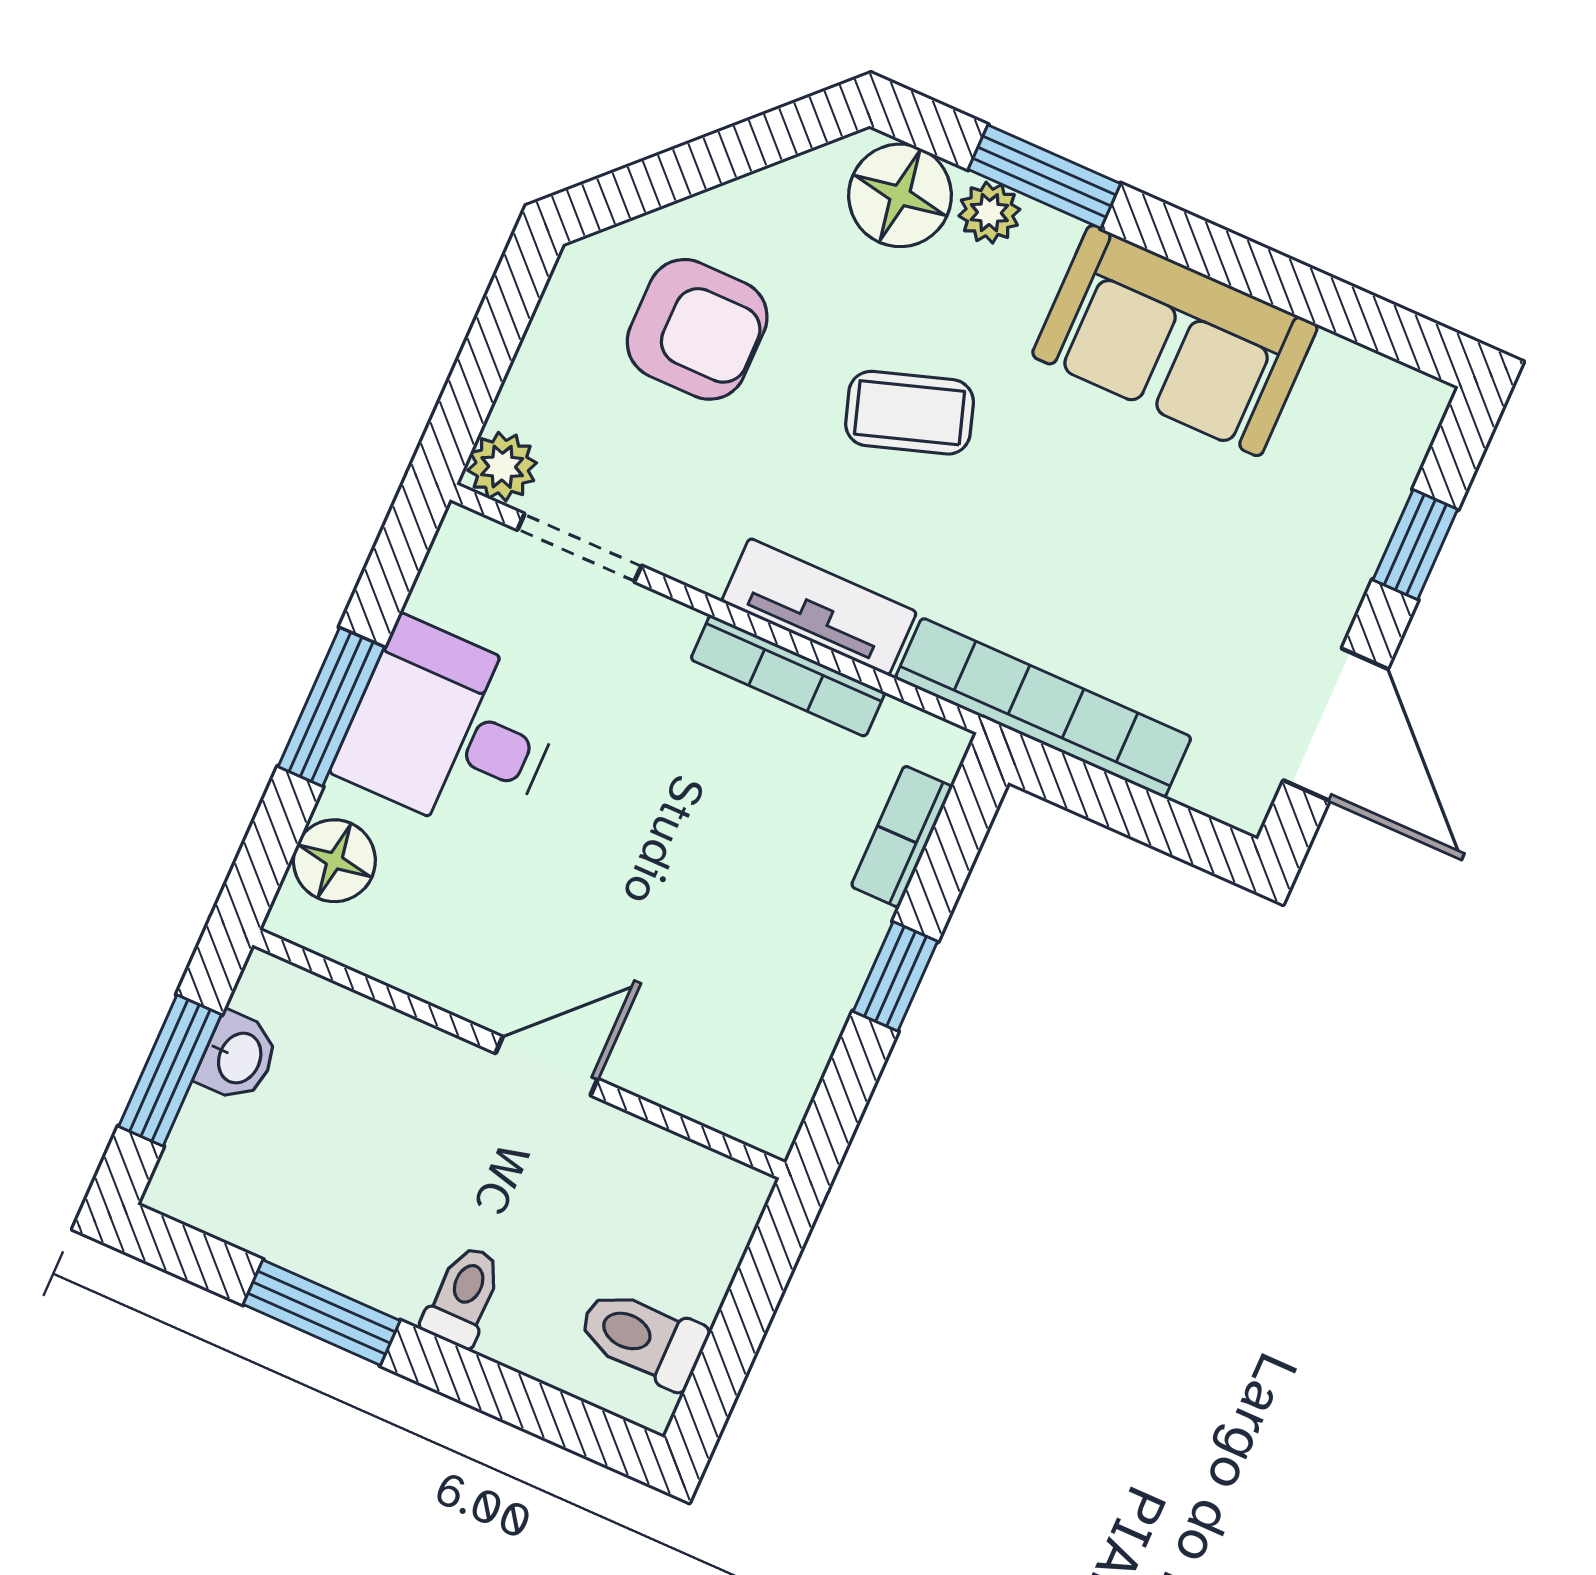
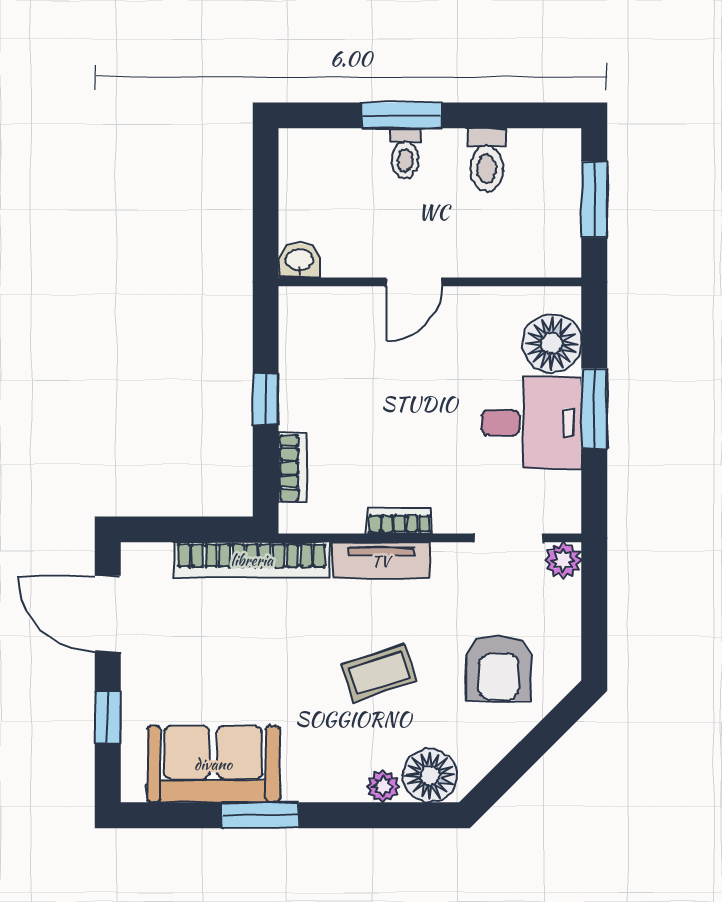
window: (1044, 177) -> (260, 815), moved
armchair: (697, 329) -> (499, 668), turned -90
sofa: (1175, 341) -> (213, 764), moved
bookcase: (788, 676) -> (400, 521), width x0.64
floor lamp: (334, 861) -> (552, 343), width x1.38, depth x1.38
washbasin: (238, 1057) -> (299, 260), moved, turned 90
window: (322, 1313) -> (402, 115), moved
toilet: (642, 1338) -> (487, 160), moved, turned 90

